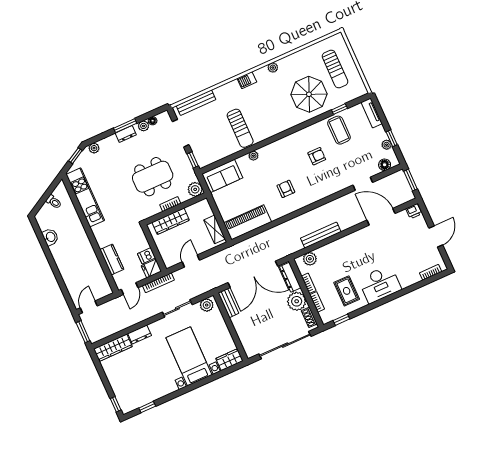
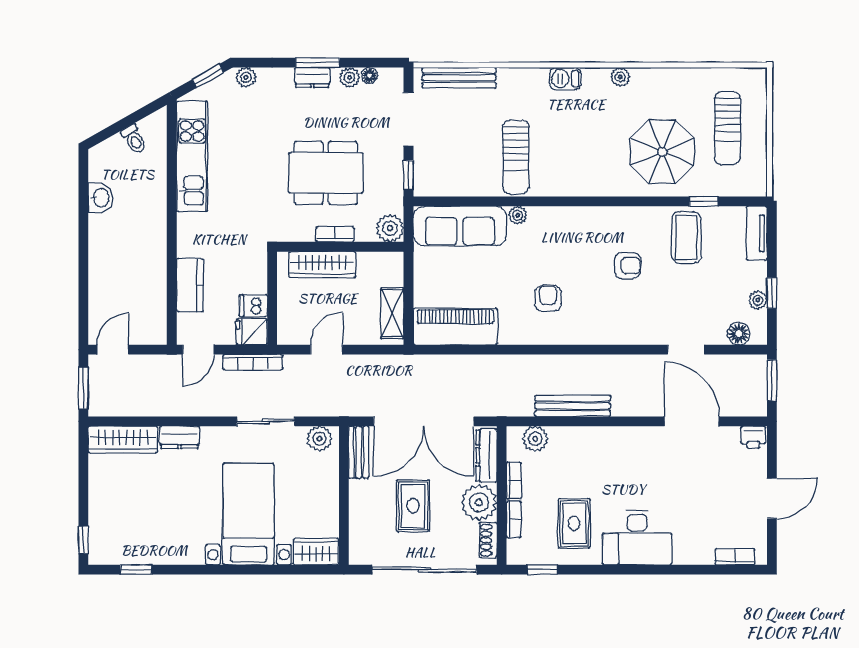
sofa: (222, 176) -> (460, 226), width x1.36
rug: (266, 317) -> (413, 506), added

